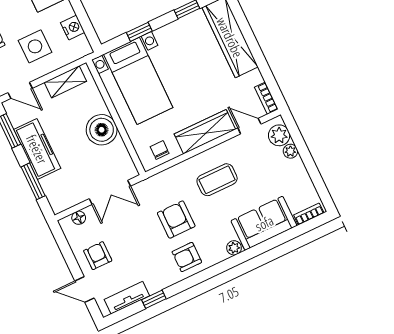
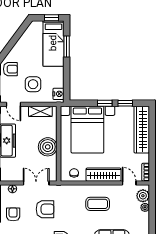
nightstand: (73, 28) -> (58, 94), moved
window: (139, 32) -> (105, 103), moved
bed with nightstands: (138, 81) -> (87, 130), width x1.36
double door: (110, 192) -> (36, 183), swing flipped
armchair: (176, 220) -> (45, 209), moved, turned 90

